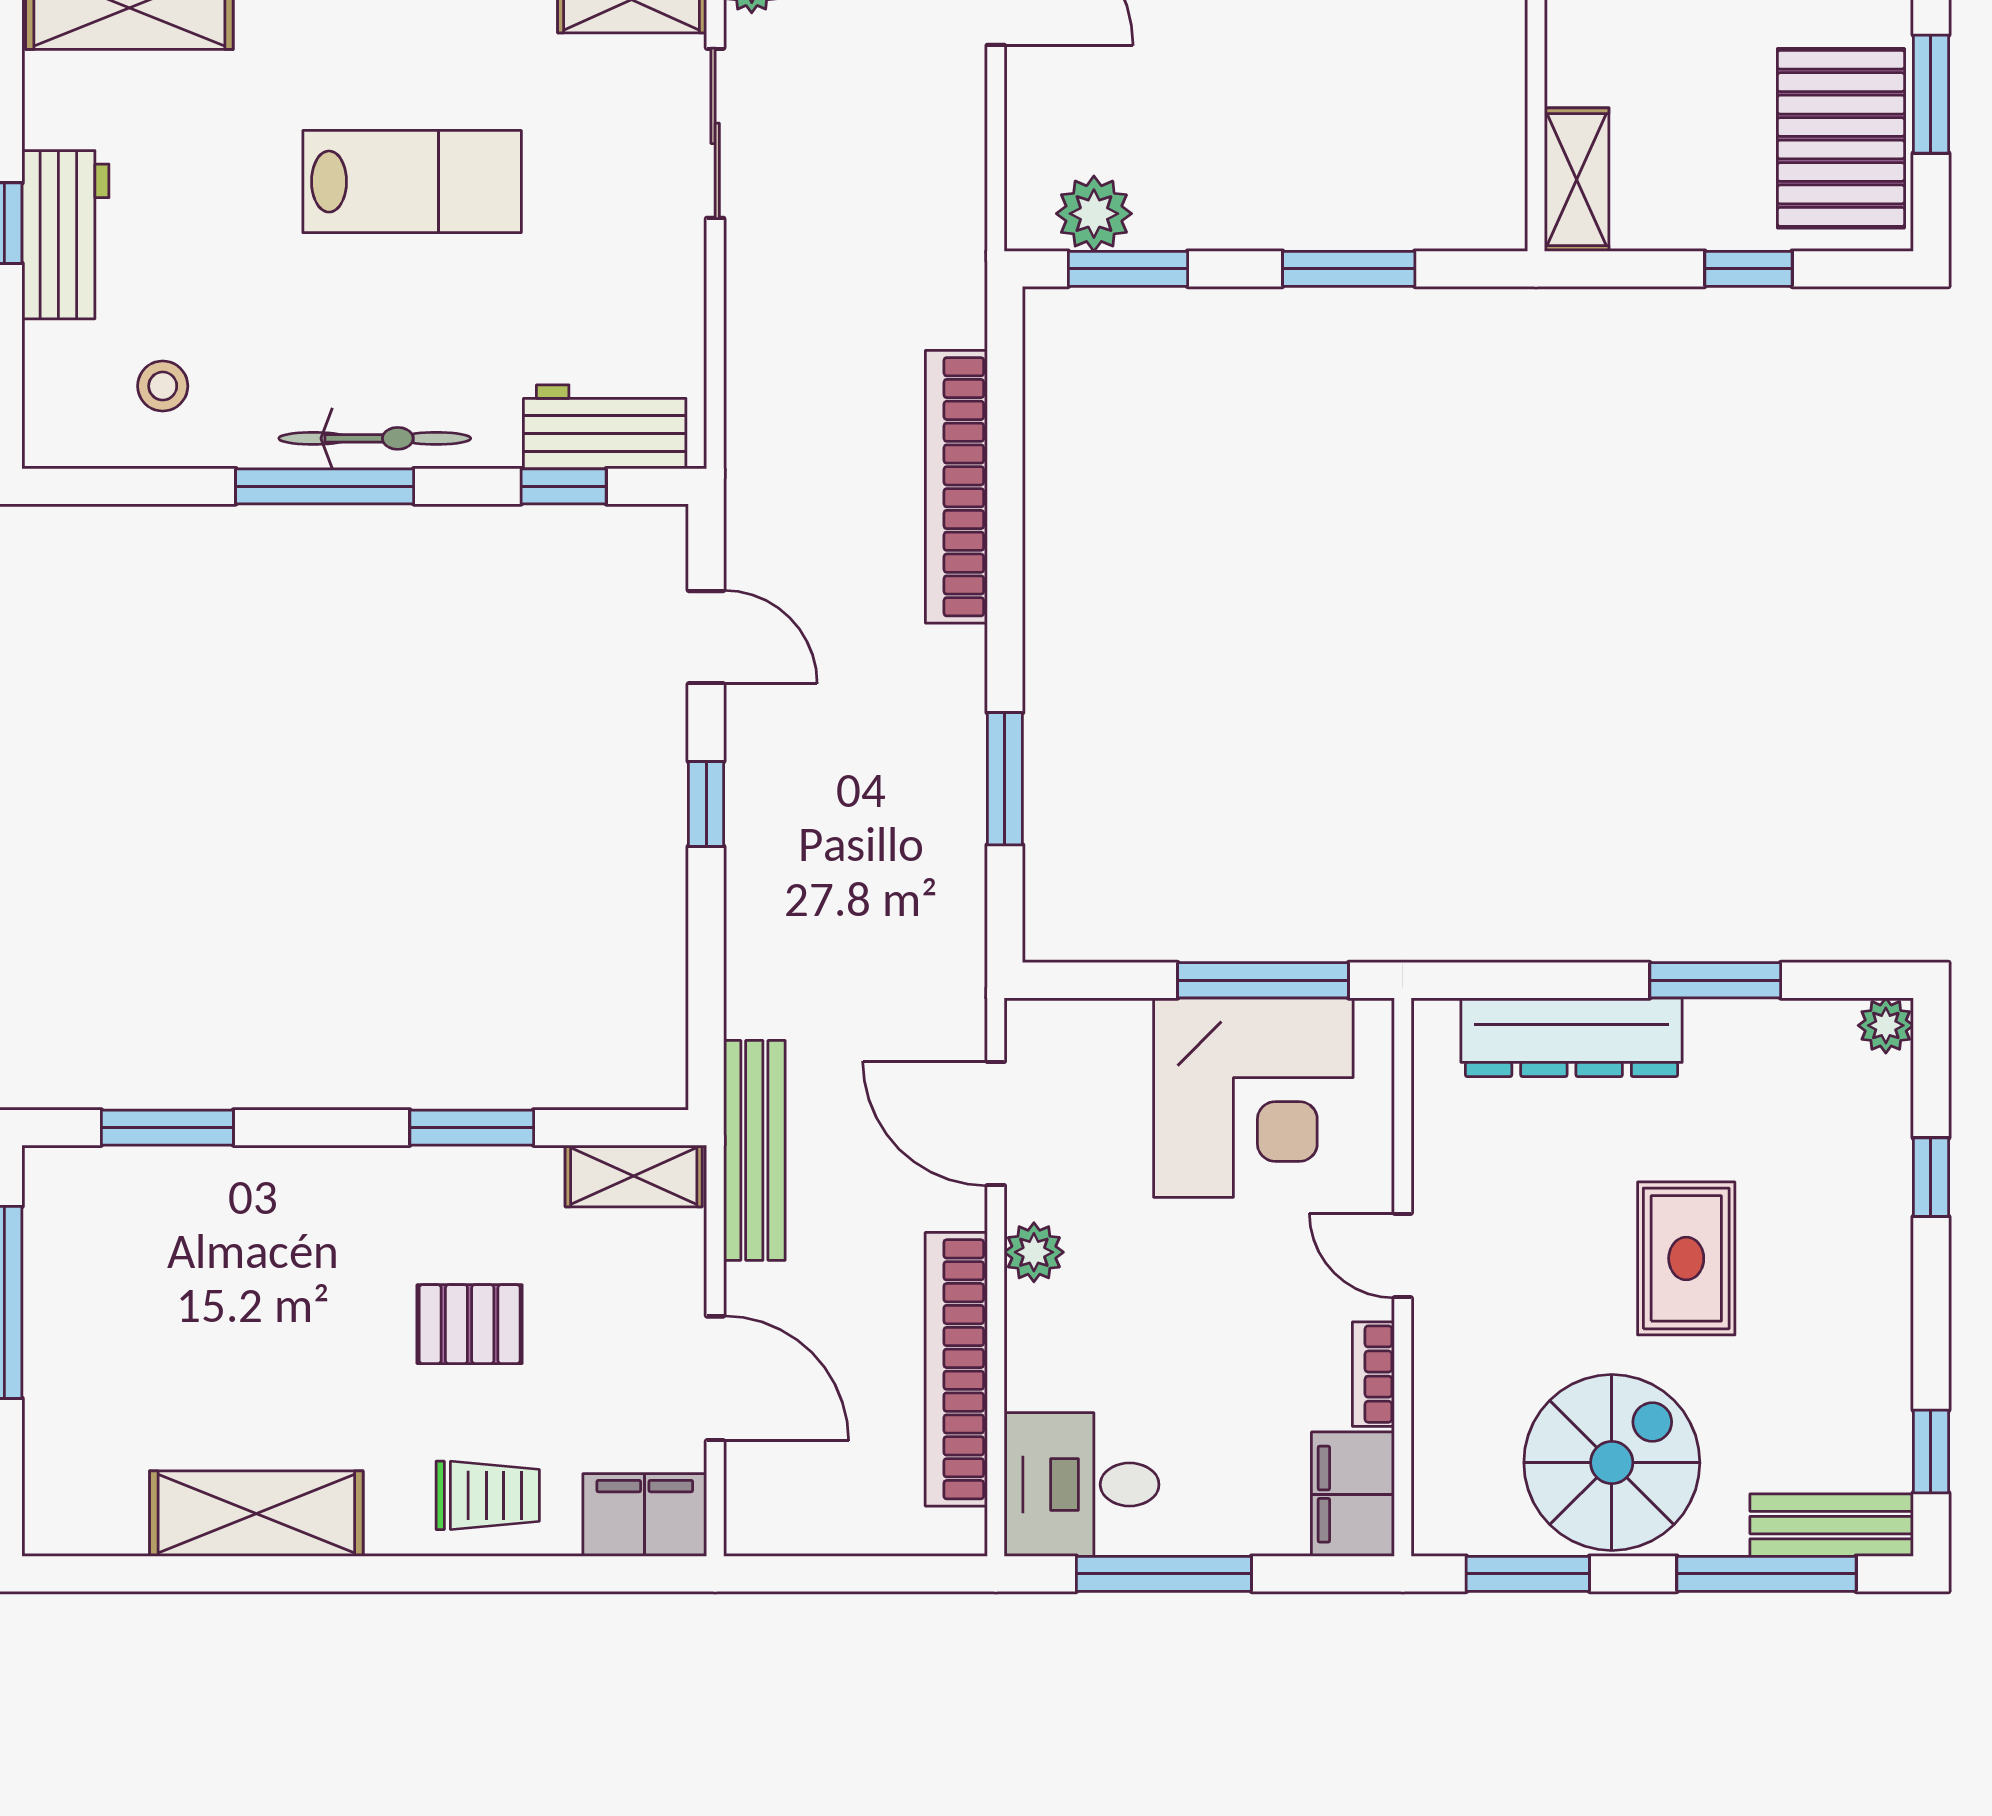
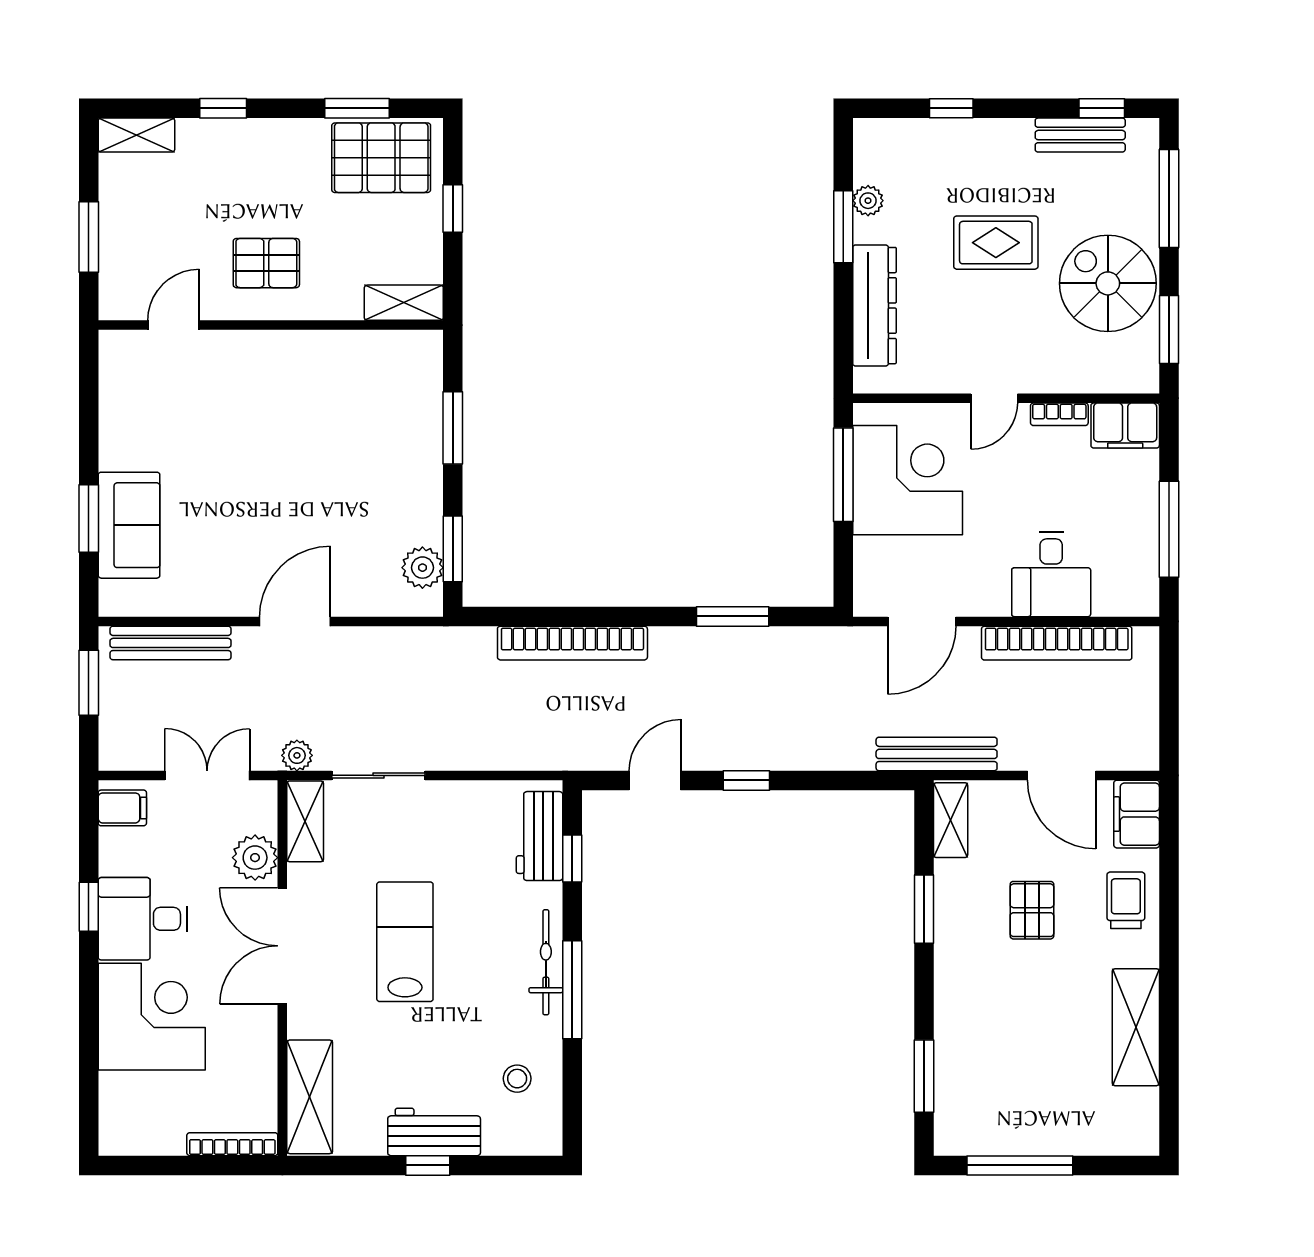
plant: (1886, 1025) -> (868, 201), moved
plant: (1034, 1252) -> (992, 601), removed
door: (715, 1378) -> (1062, 775), swing flipped
desk: (1082, 1485) -> (1051, 574), moved
bench: (1832, 1525) -> (1080, 135), moved, turned 90

